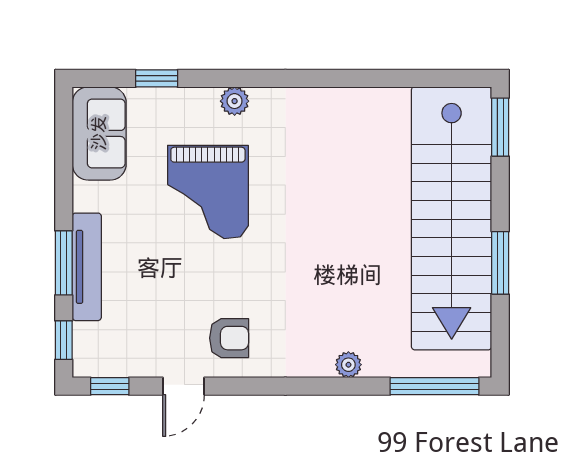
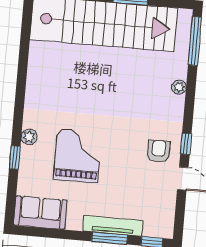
window: (157, 78) -> (15, 158), moved
grand piano: (208, 192) -> (78, 156), turned -90
window: (110, 386) -> (186, 144), moved

